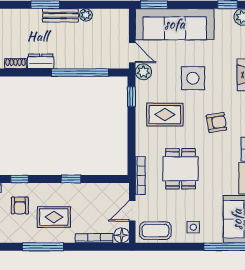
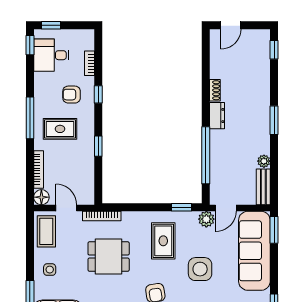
bench: (60, 15) -> (263, 187), moved
rug: (54, 217) -> (60, 129), turned 90

